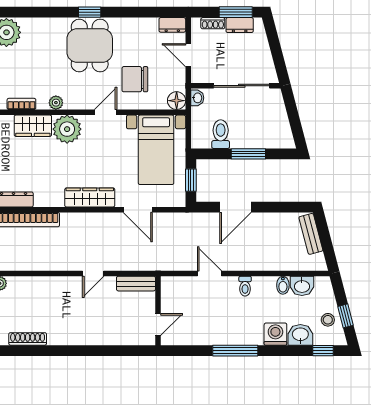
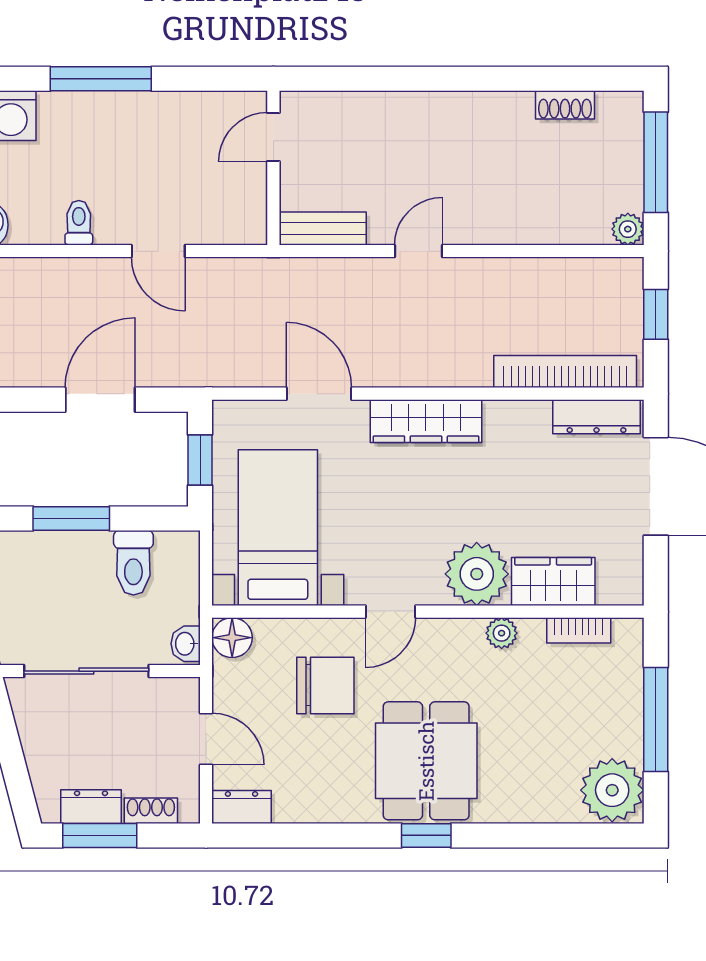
shoe rack: (28, 339) -> (565, 105), width x0.70

